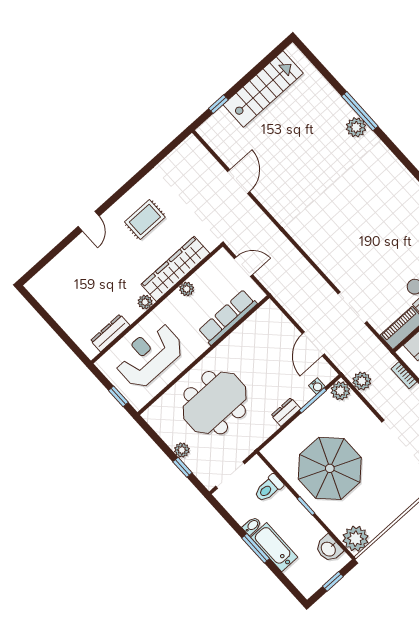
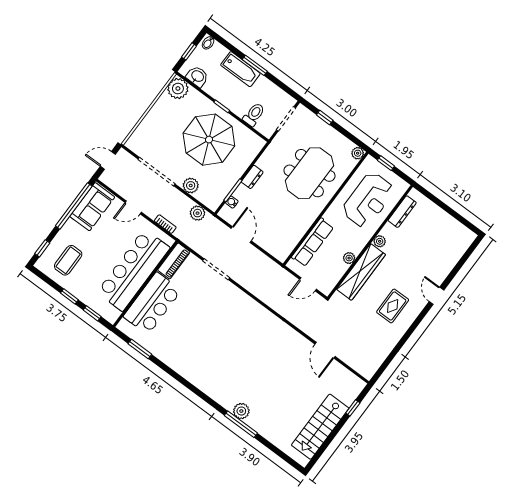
plant: (340, 391) -> (191, 186), moved
plant: (182, 450) -> (358, 153), moved
bidet: (252, 526) -> (208, 43), moved

